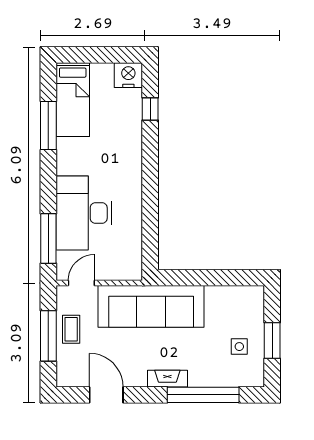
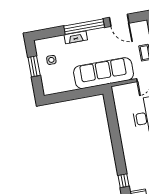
fireplace: (167, 379) -> (76, 37), moved
window: (203, 395) -> (84, 27), moved

